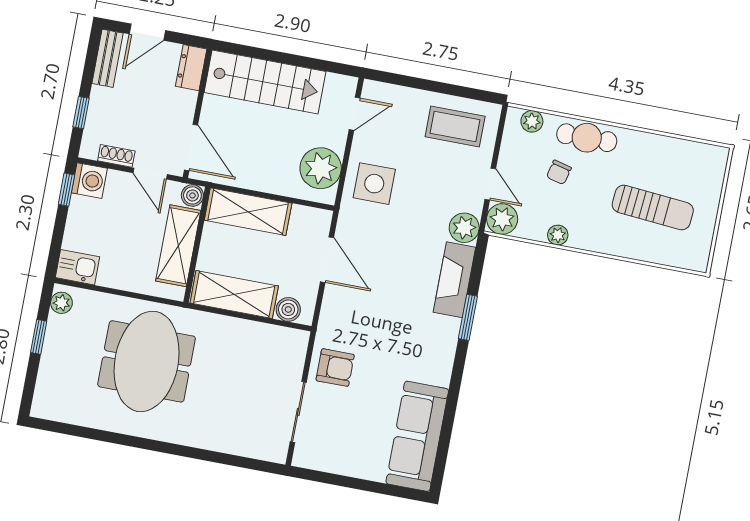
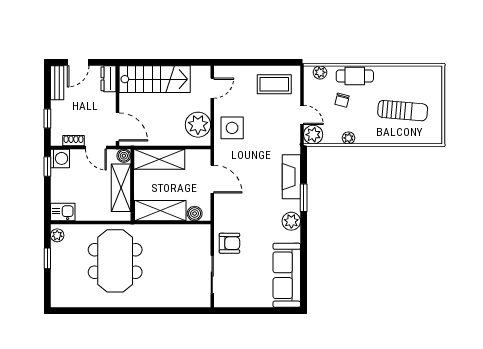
plant: (464, 228) -> (291, 221), moved

